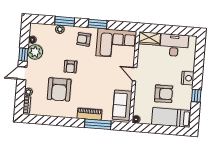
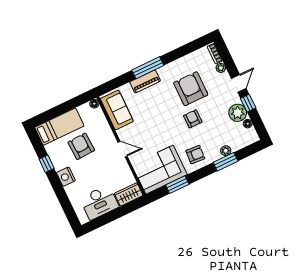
window: (98, 24) -> (177, 185), moved
armchair: (164, 94) -> (81, 146), turned 88
window: (98, 124) -> (148, 68), moved

